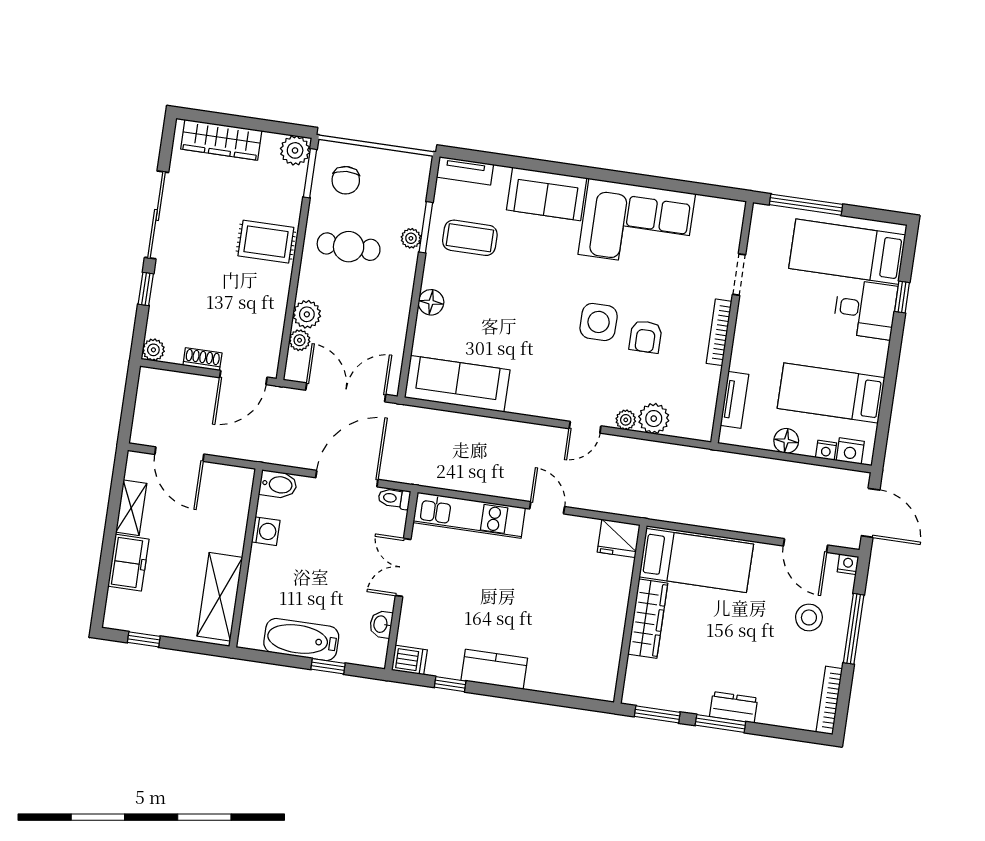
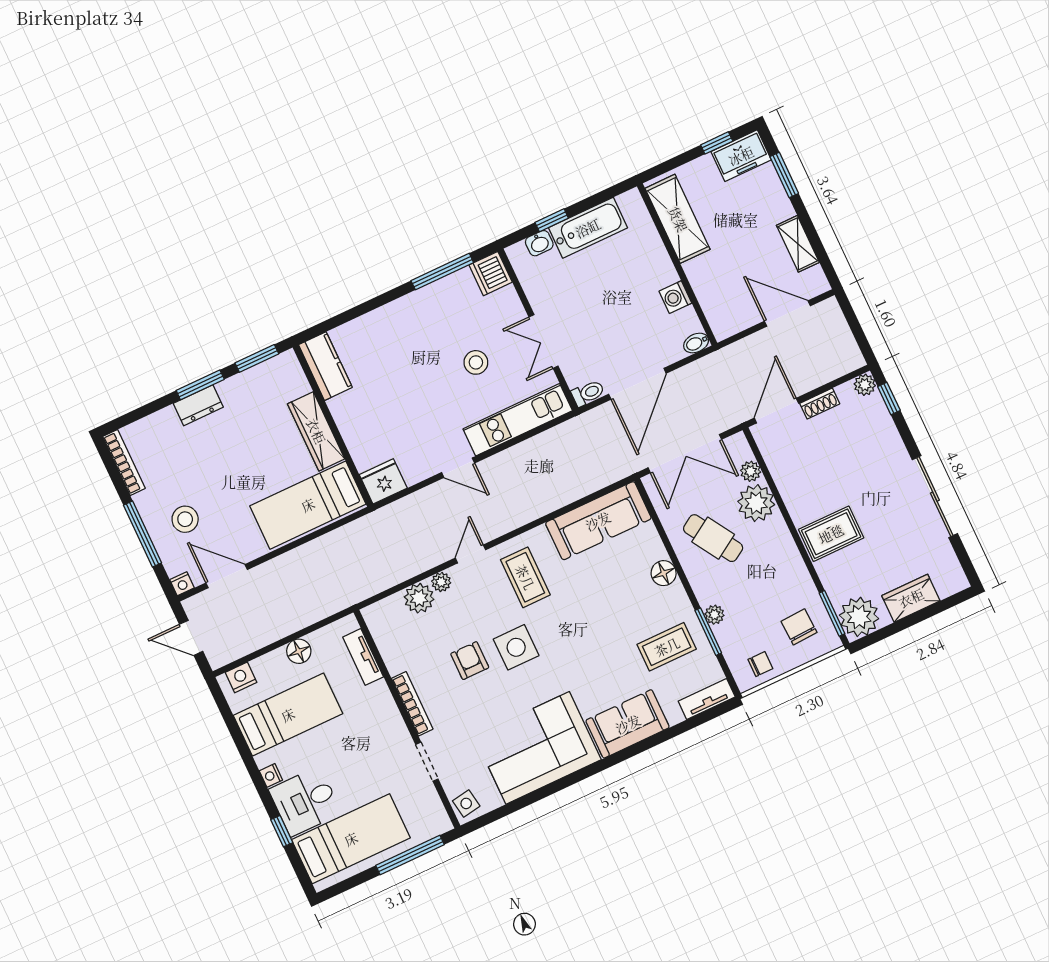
wardrobe: (221, 140) -> (911, 598), width x0.67
plant: (295, 150) -> (859, 617), width x1.36, depth x1.36
chair: (400, 170) -> (760, 664), added
side table: (729, 217) -> (466, 803), added
cafe table: (349, 247) -> (713, 538), moved, turned 58
window: (146, 289) -> (889, 398), moved
plant: (307, 314) -> (756, 503), width x1.36, depth x1.36
coffee table: (551, 377) -> (525, 577), added
nightstand: (826, 450) -> (271, 775), moved, turned -90
bidet: (278, 484) -> (696, 343), width x0.72, depth x0.74
door: (871, 513) -> (191, 638), width x0.73
freezer: (128, 563) -> (741, 156), moved, turned -90
double door: (403, 567) -> (544, 342), swing flipped
window: (104, 574) -> (784, 175), added
stool: (473, 588) -> (476, 362), added
washbasin: (381, 624) -> (539, 243), moved, turned 90
dishwasher: (409, 660) -> (491, 274), width x1.38
kitchen counter: (494, 669) -> (325, 366), moved, turned -90
window: (450, 684) -> (442, 272), width x2.17

